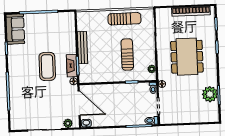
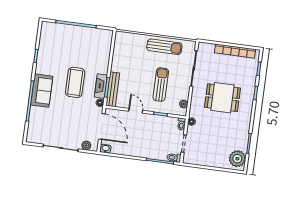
sofa: (15, 29) -> (42, 91), moved
bench: (82, 48) -> (113, 89), moved
dining table: (187, 57) -> (223, 98), width x0.73
door: (108, 83) -> (136, 111), added
plant: (210, 94) -> (237, 159), moved

